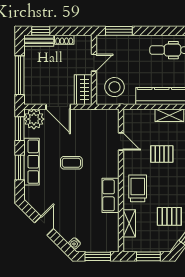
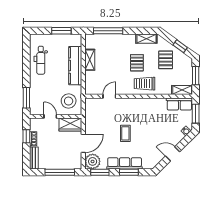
window: (41, 31) -> (26, 136), moved
pallet: (162, 154) -> (137, 63), moved
row of seats: (111, 195) -> (179, 104), moved
shelving: (129, 223) -> (182, 90), moved

